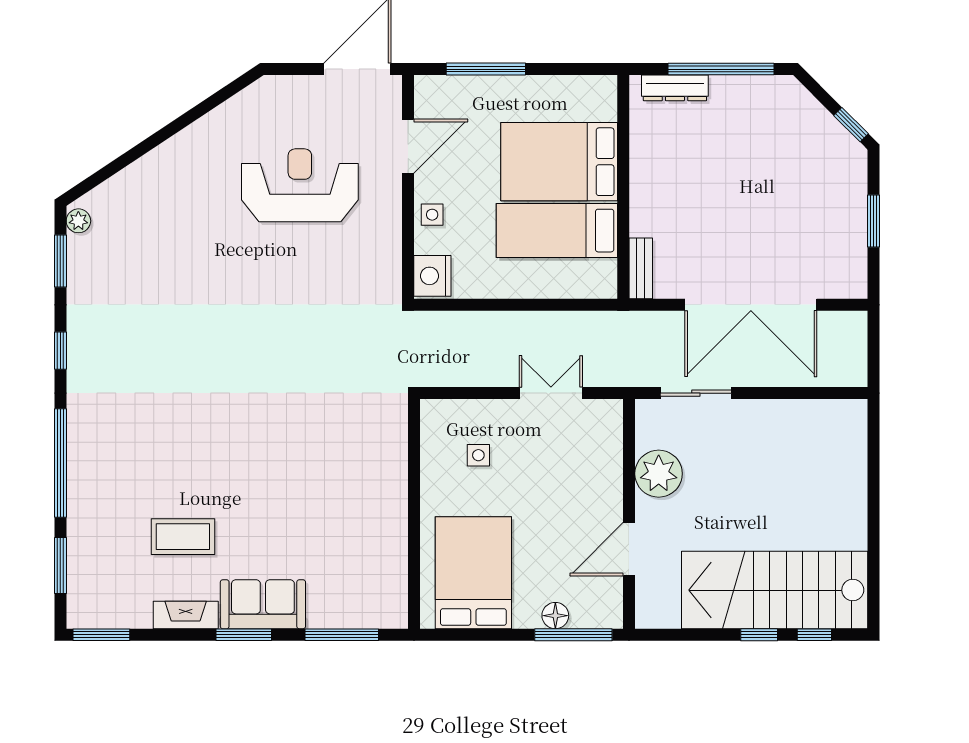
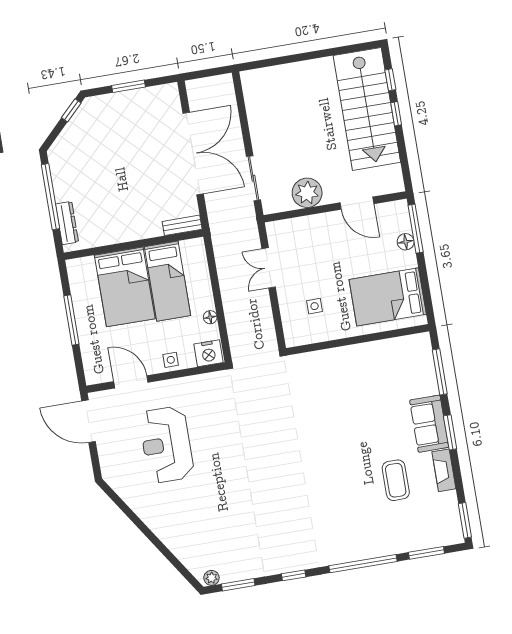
window: (486, 69) -> (71, 320), moved
floor lamp: (489, 288) -> (210, 317), added

